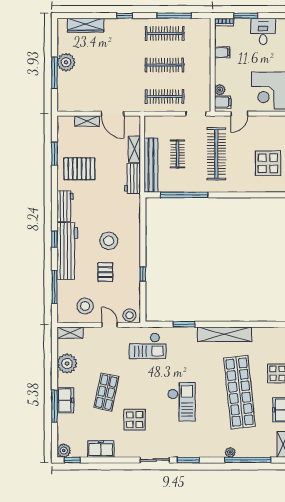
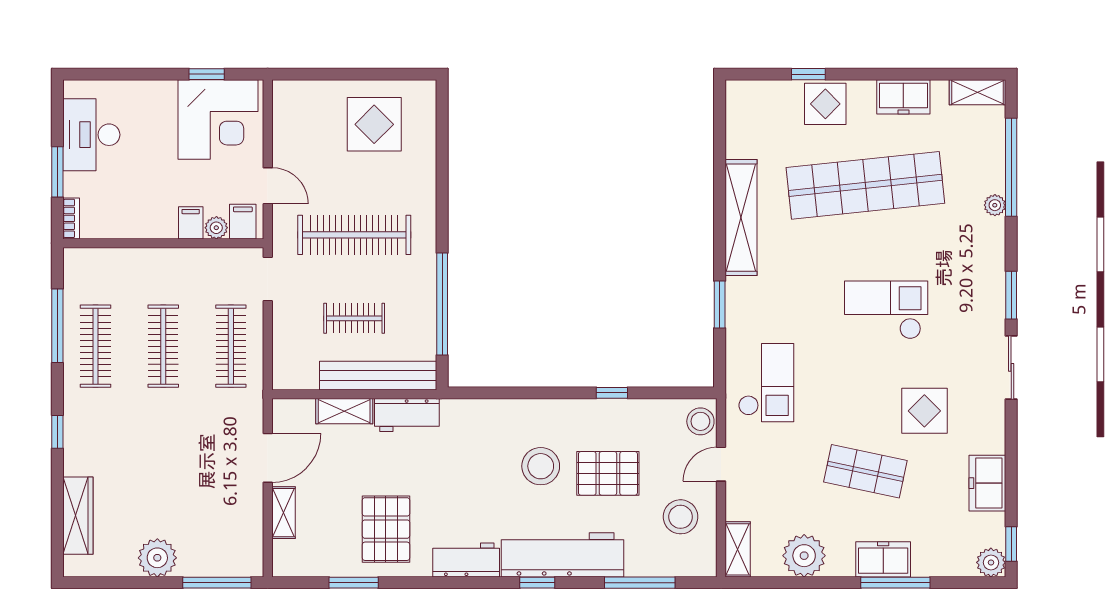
desk: (263, 31) -> (91, 135), width x1.37
filing cabinet: (222, 52) -> (191, 223), moved
window: (54, 73) -> (217, 583), moved
pallet: (105, 272) -> (608, 473), width x1.50, depth x1.42

